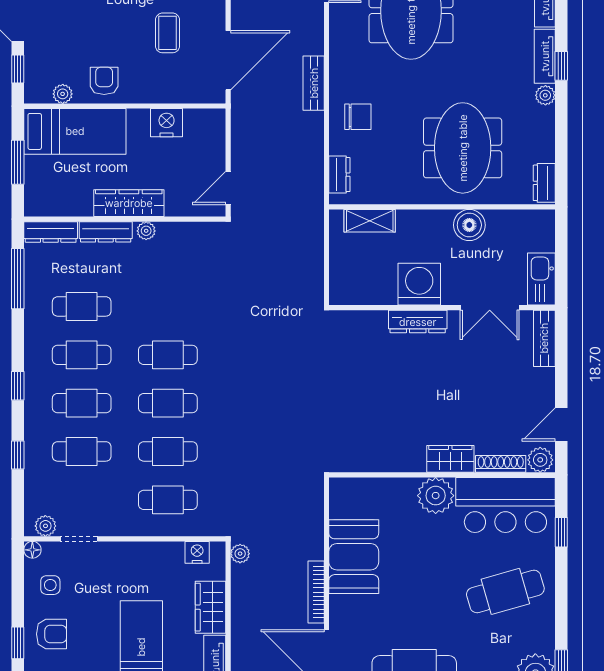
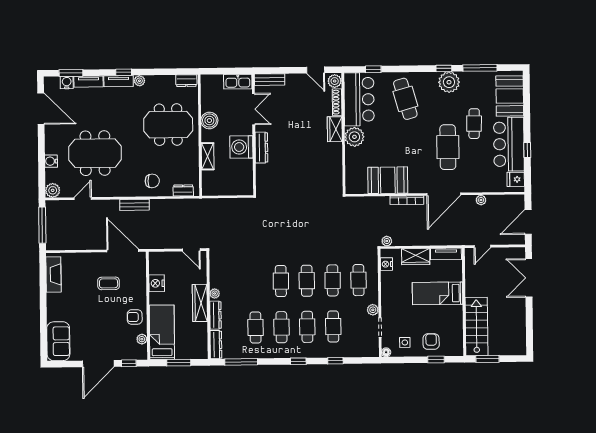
chair: (358, 117) -> (152, 181), turned 90
shelving: (370, 221) -> (208, 156), moved
plant: (45, 526) -> (373, 310), moved

